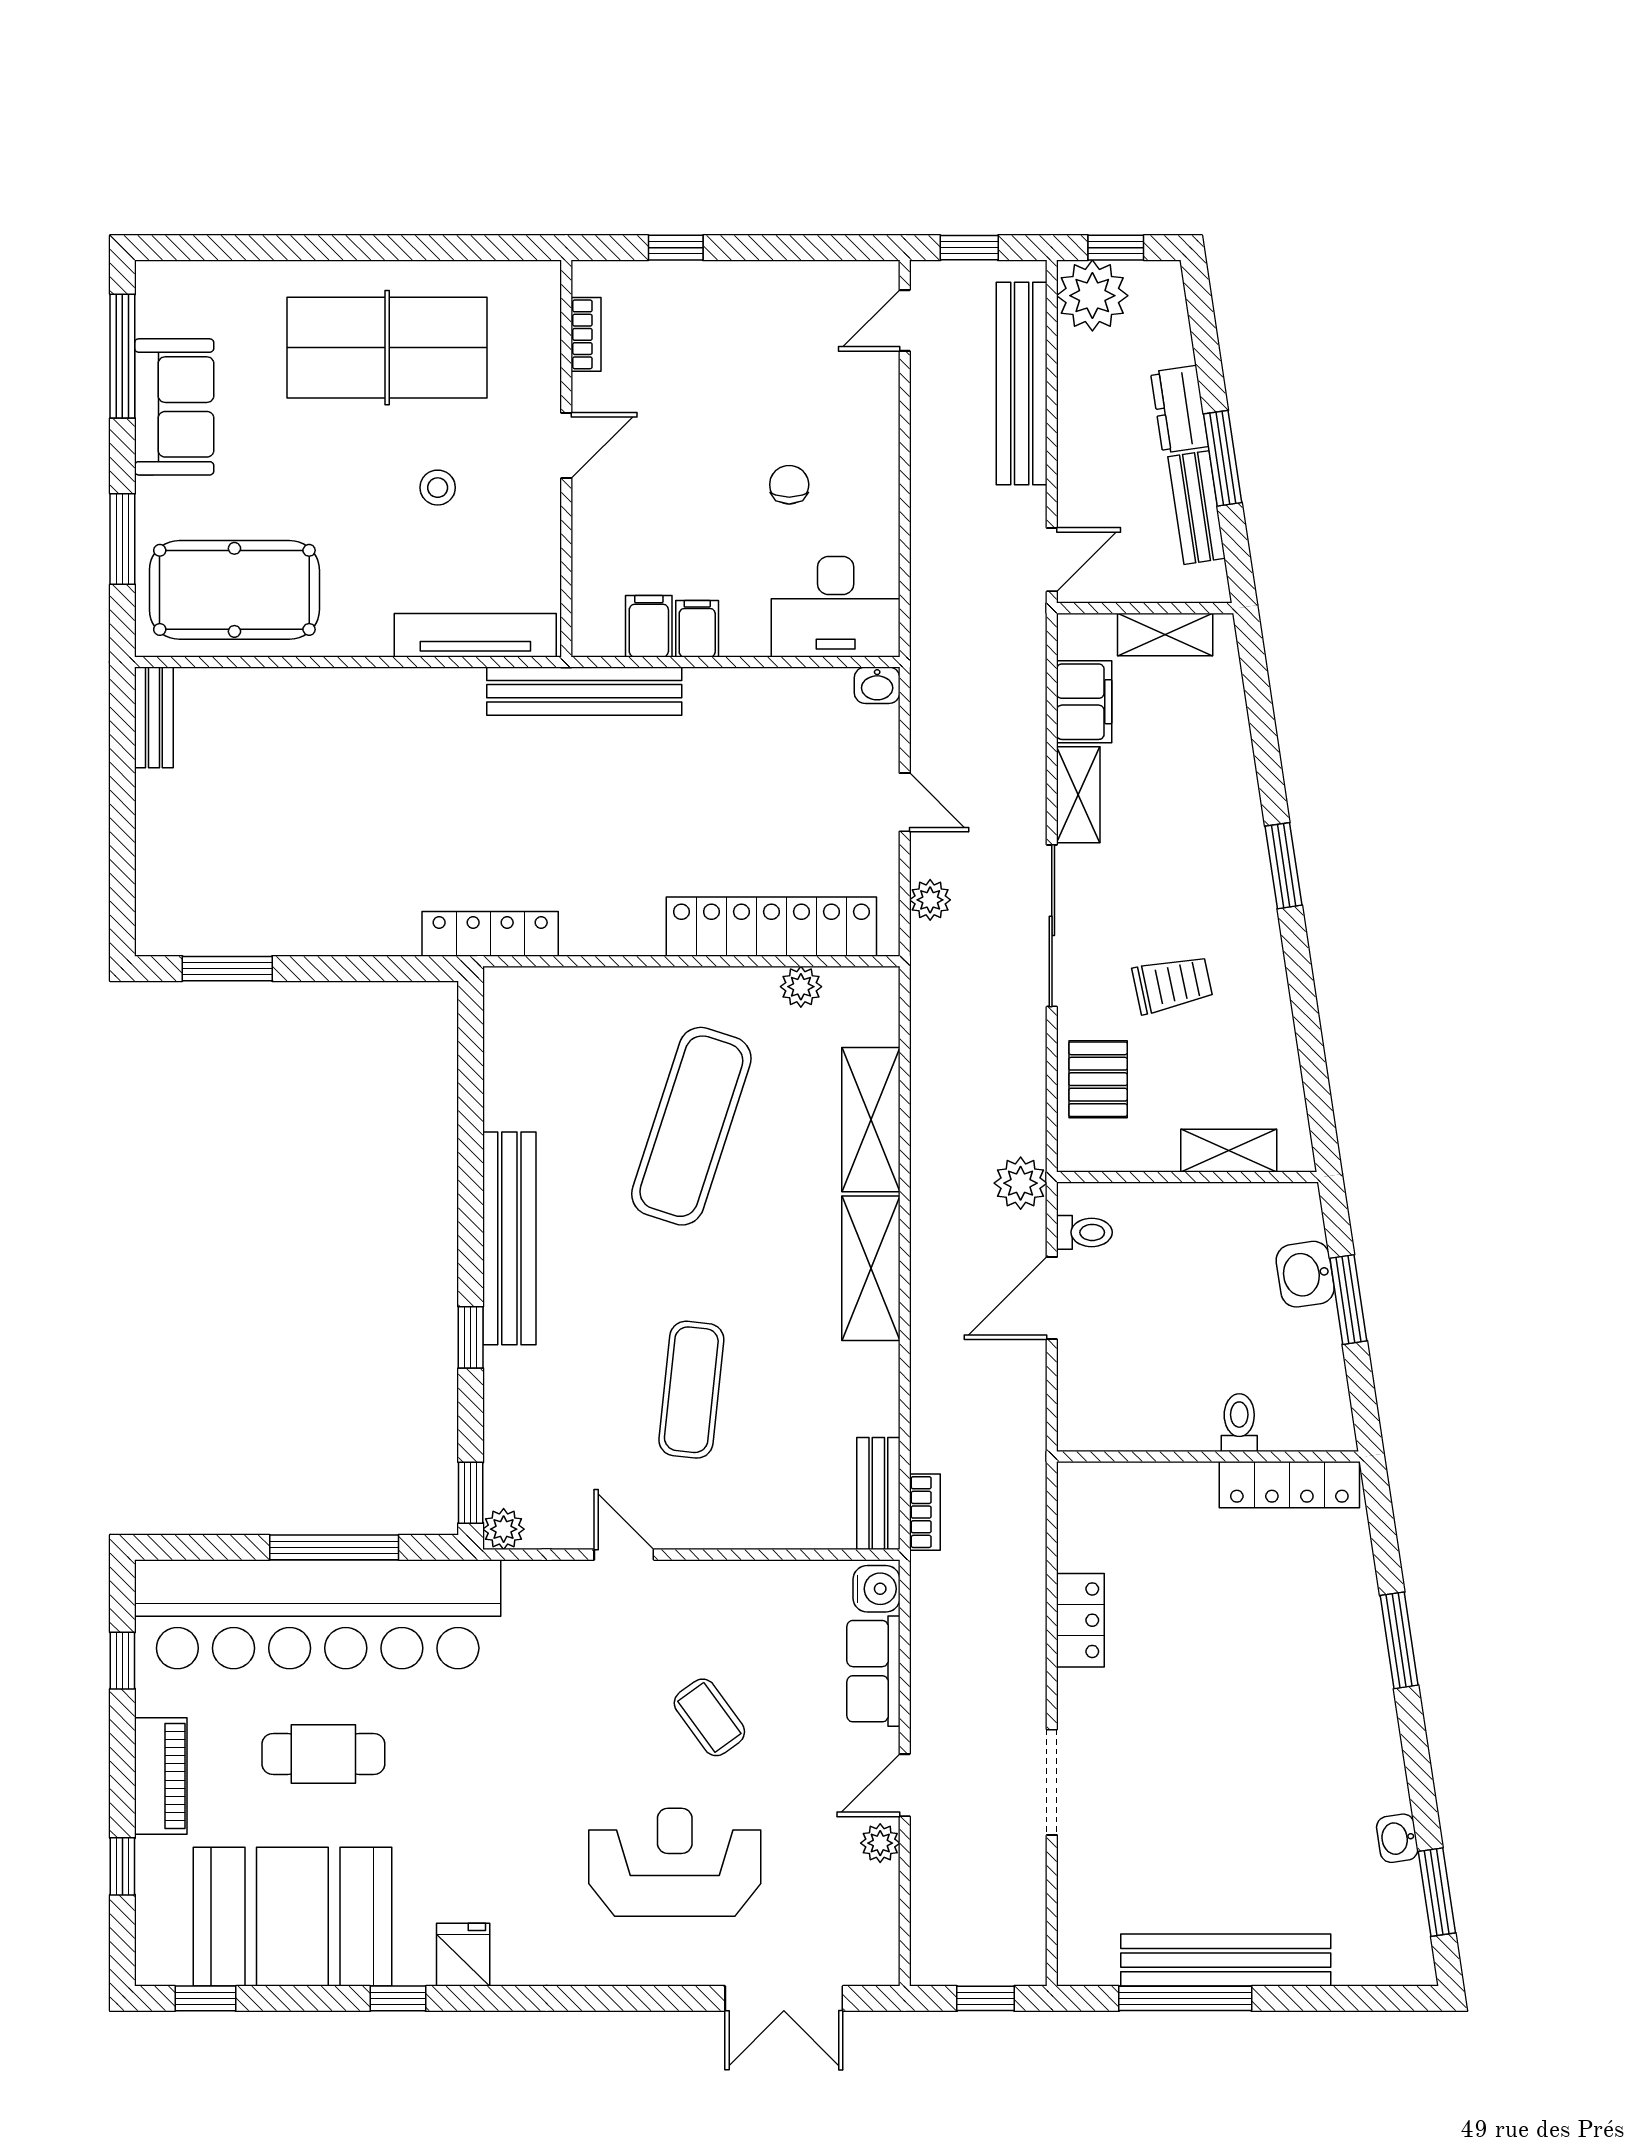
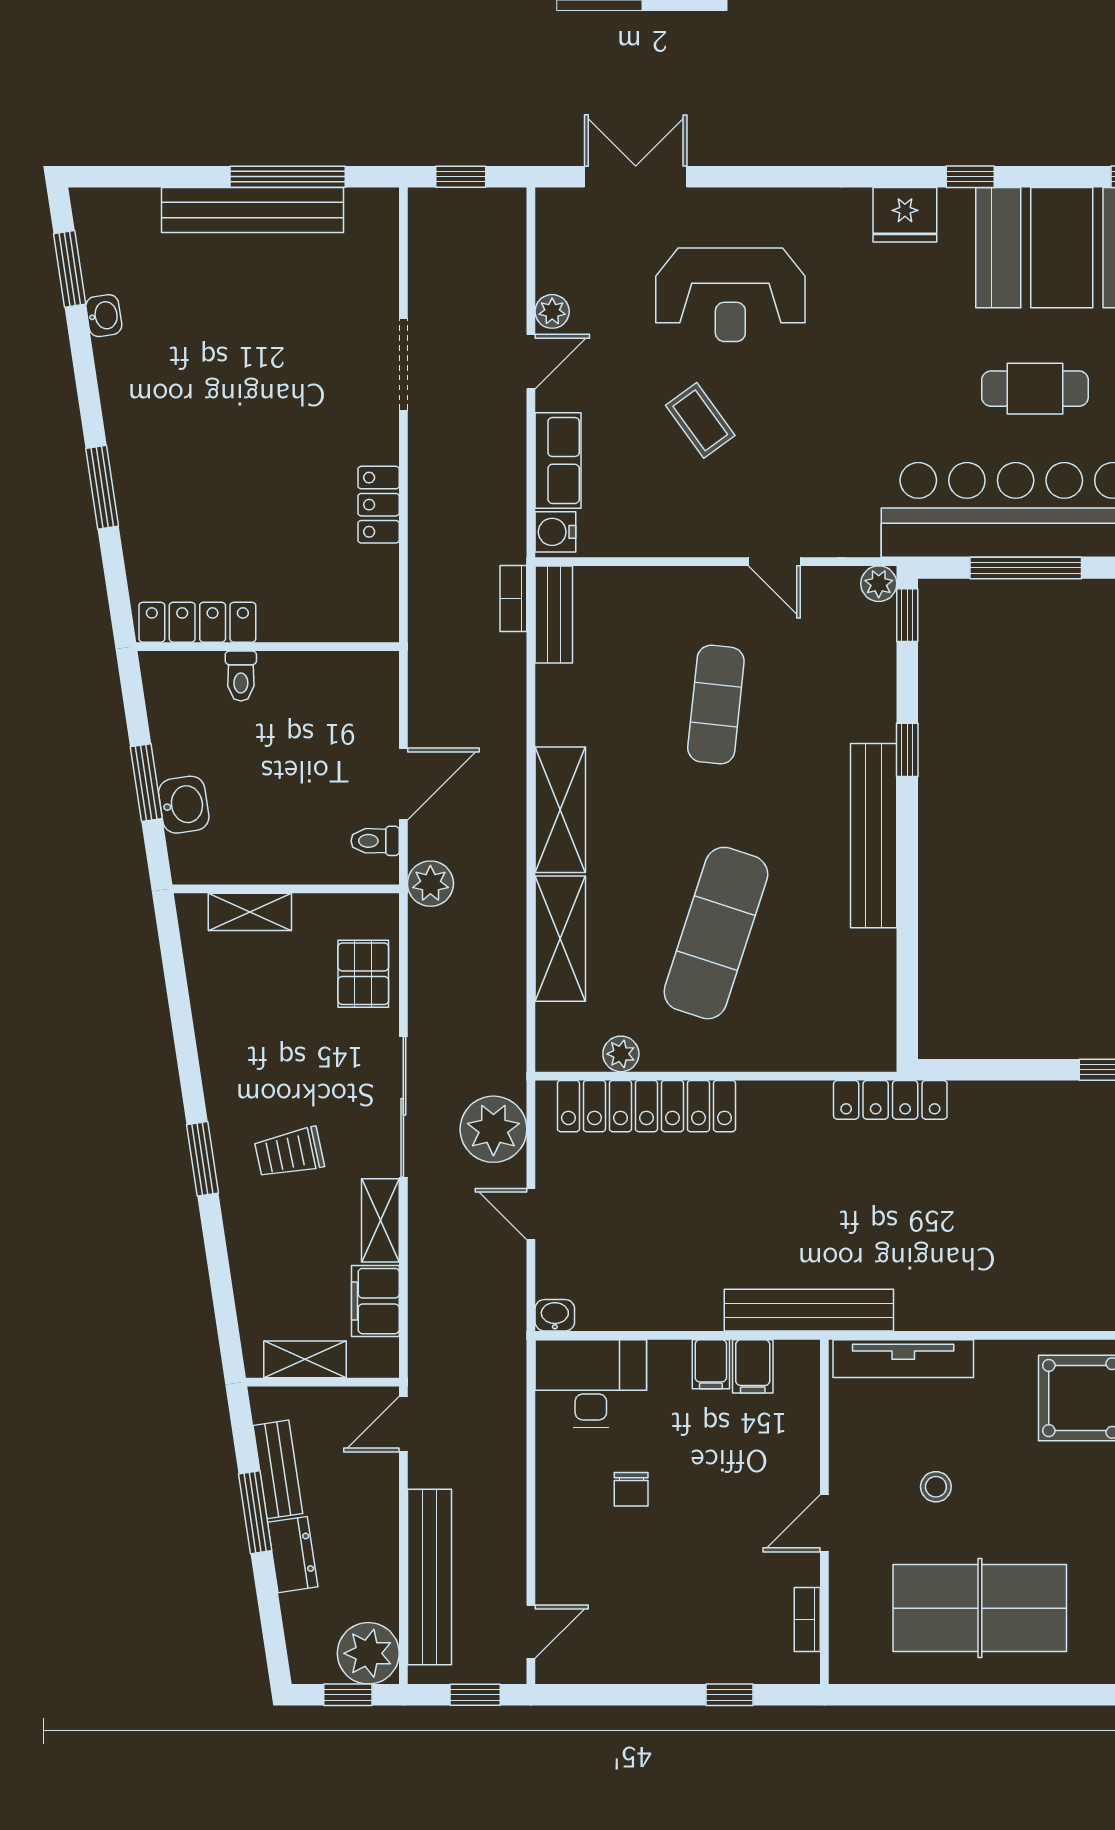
plant: (930, 900) -> (493, 1129), width x1.88, depth x1.88
trolley: (1172, 984) -> (289, 1153), moved
fridge: (463, 1955) -> (905, 215), width x1.38

